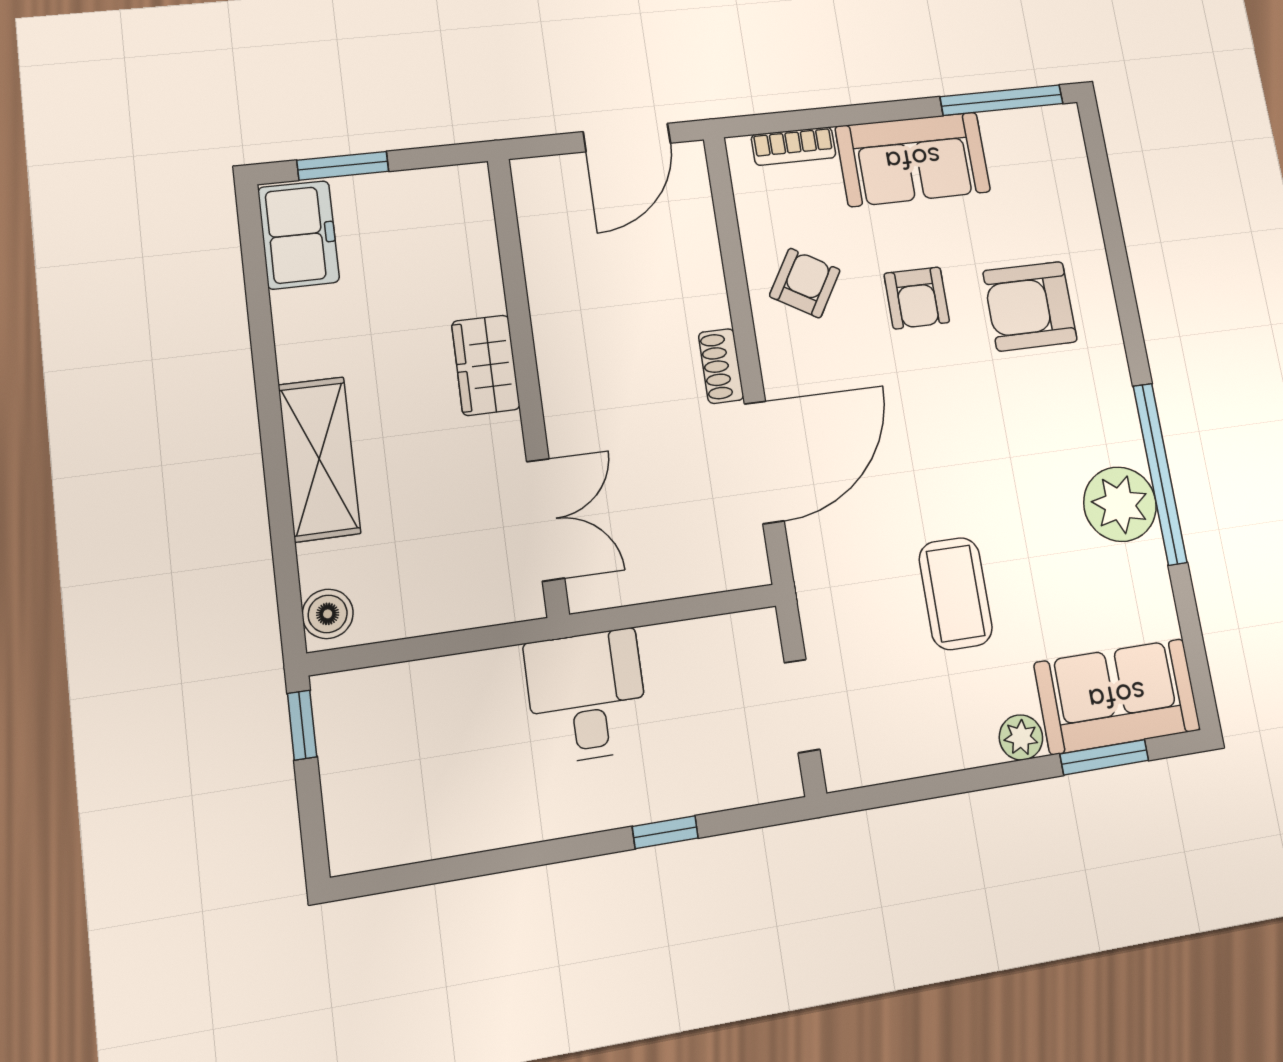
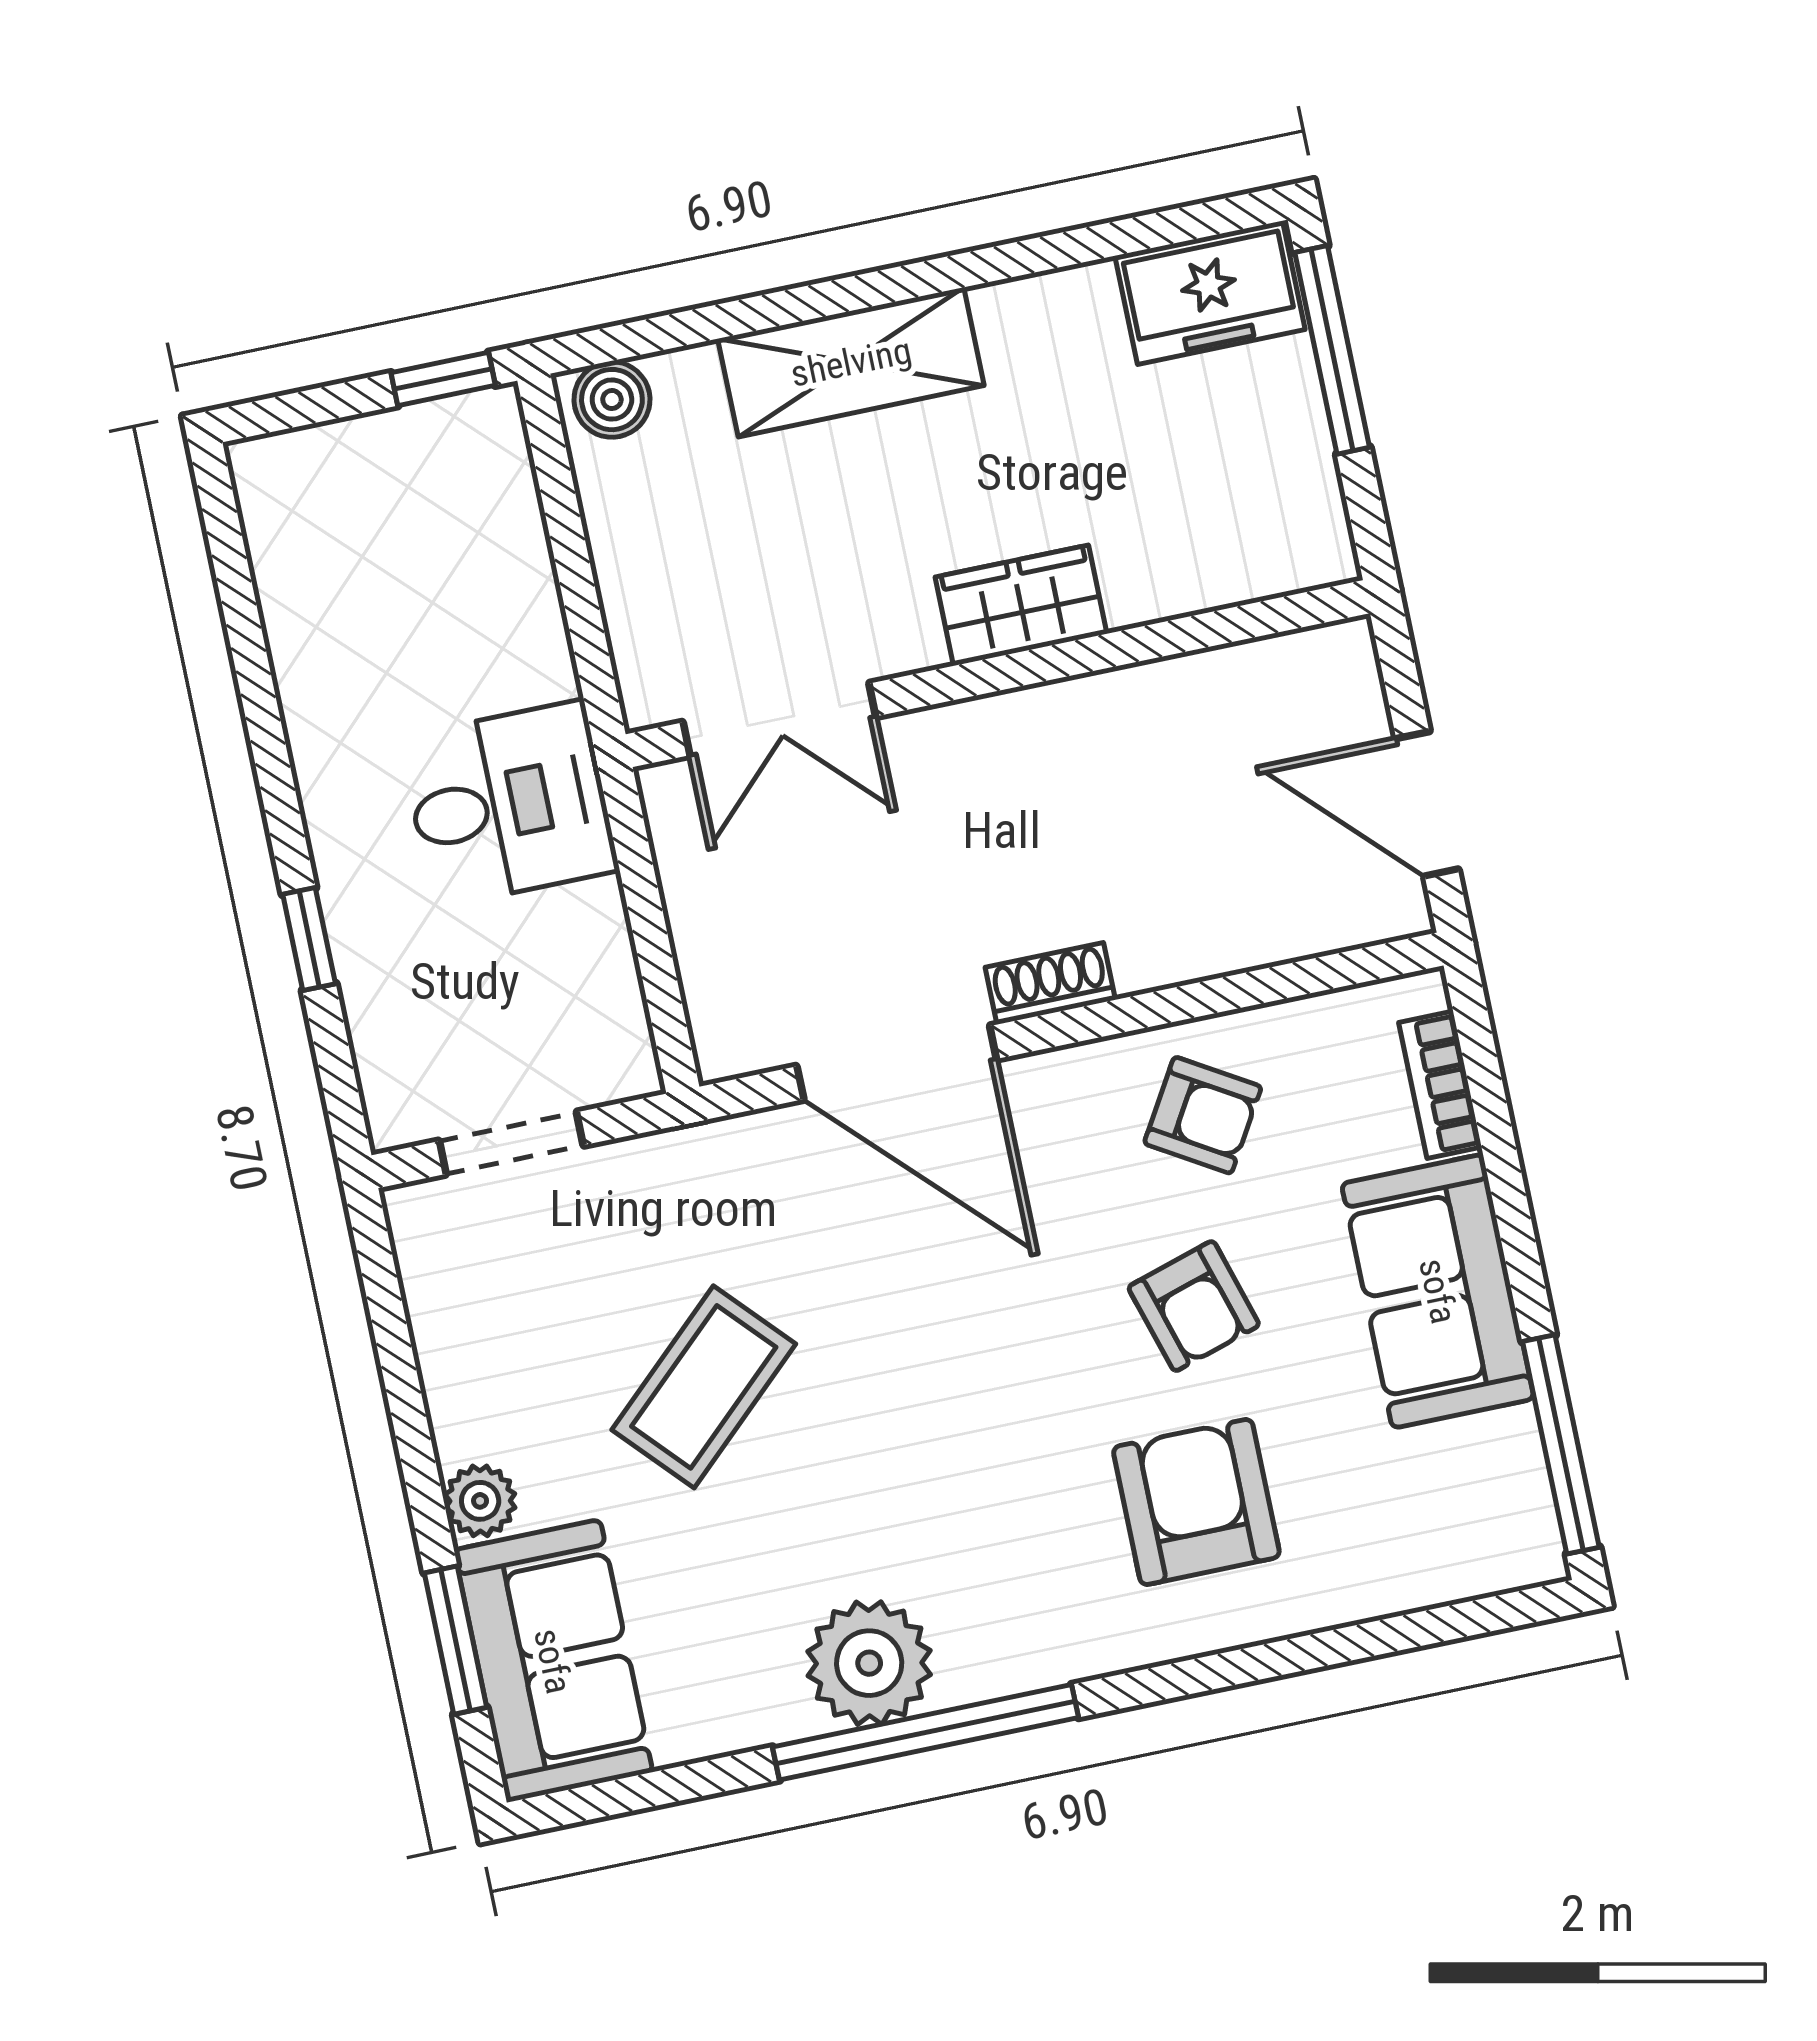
window: (343, 166) -> (1332, 350), width x1.44
armchair: (917, 298) -> (1194, 1306), turned -107
coffee table: (956, 593) -> (704, 1387), turned -43

